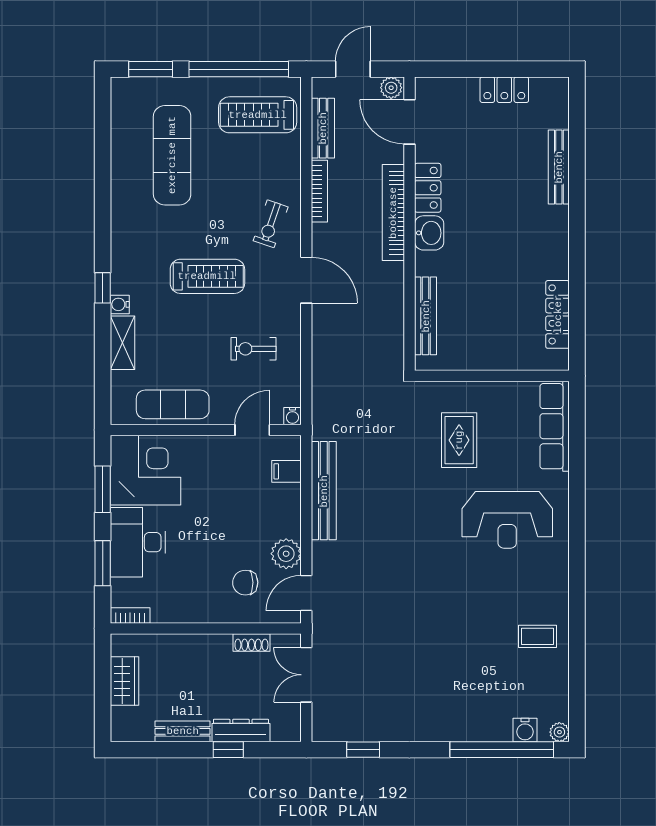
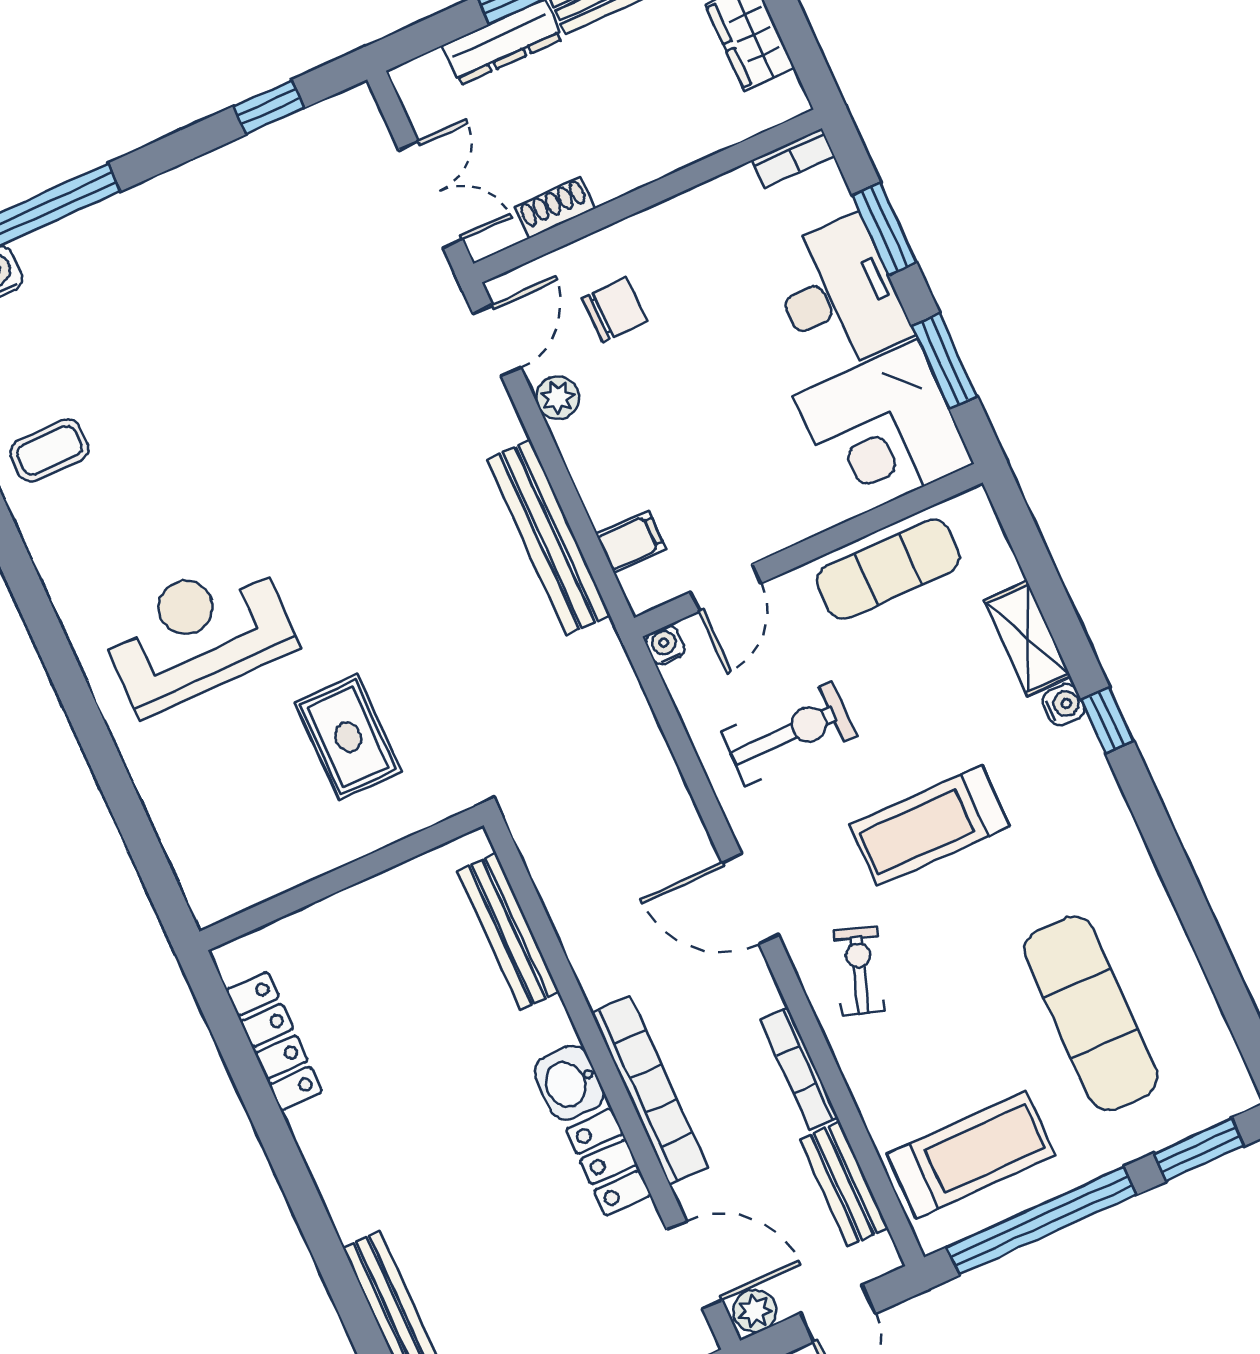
exercise bike: (253, 349) -> (789, 734), width x1.38, depth x1.39
row of seats: (555, 426) -> (189, 839), removed
plant: (286, 554) -> (558, 398), width x0.73, depth x0.73

